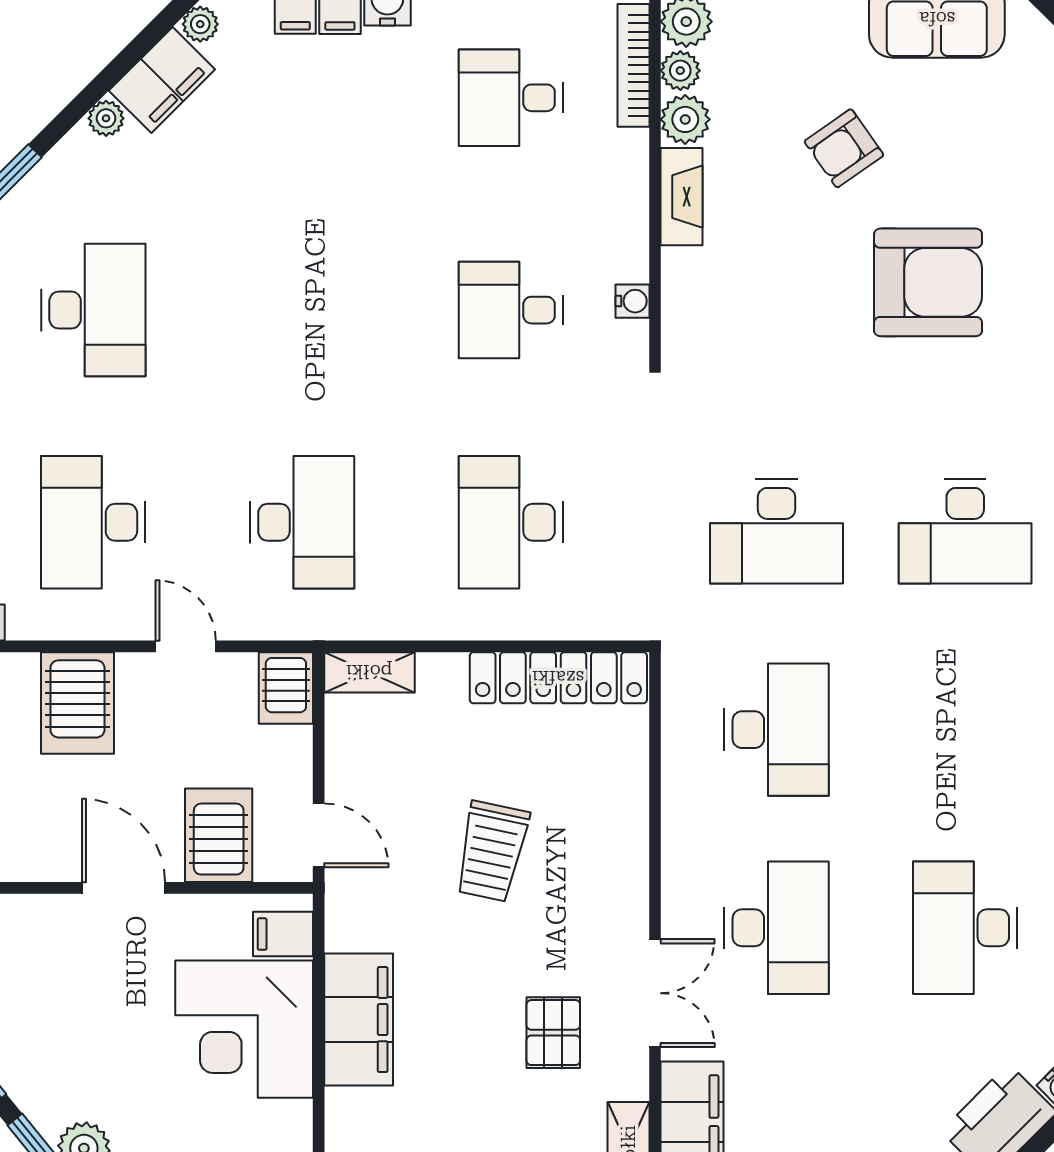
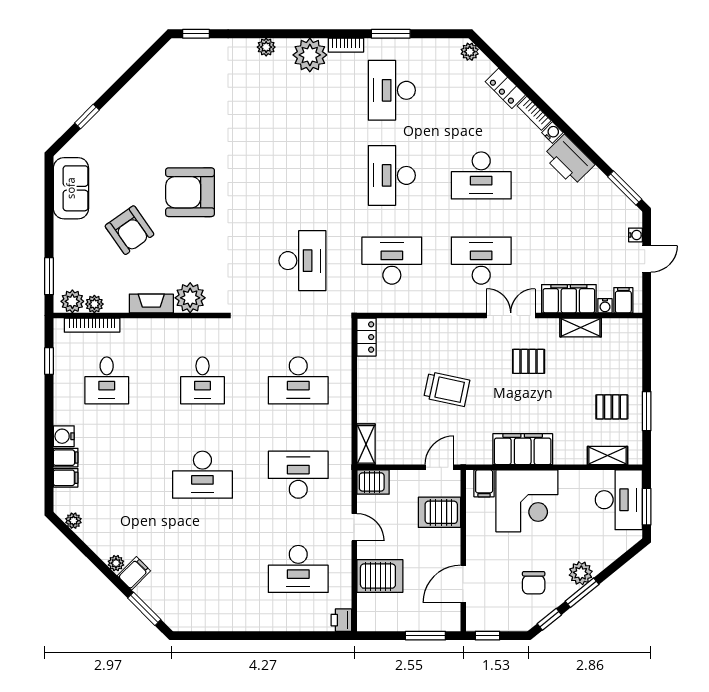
filing cabinet: (162, 80) -> (134, 573), moved, width x0.50
plant: (685, 119) -> (190, 298), moved, width x1.36, depth x1.36
armchair: (844, 148) -> (129, 230), width x1.38, depth x1.38
armchair: (928, 282) -> (190, 192), turned -90
water cooler: (632, 301) -> (198, 326), removed
desk: (93, 310) -> (202, 475), moved, turned 180
desk: (965, 532) -> (392, 175), moved, turned 180
door: (186, 646) -> (354, 527), swing flipped
locker: (558, 678) -> (366, 337), width x0.46, depth x0.83
door: (123, 888) -> (463, 584), moved
chair: (63, 1044) -> (534, 583), added

